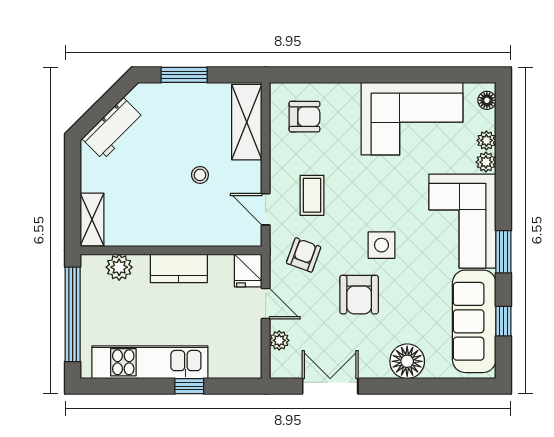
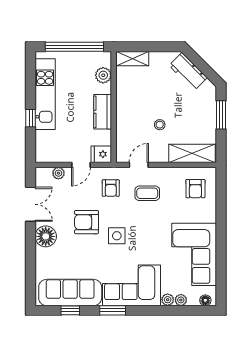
armchair: (304, 255) -> (111, 188), turned 70
floor lamp: (407, 361) -> (46, 236), moved

